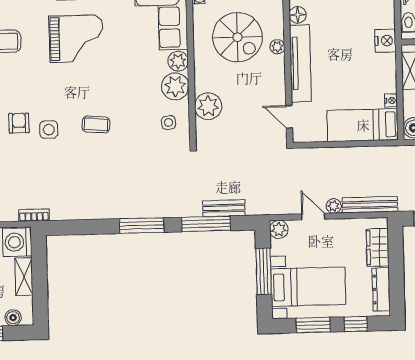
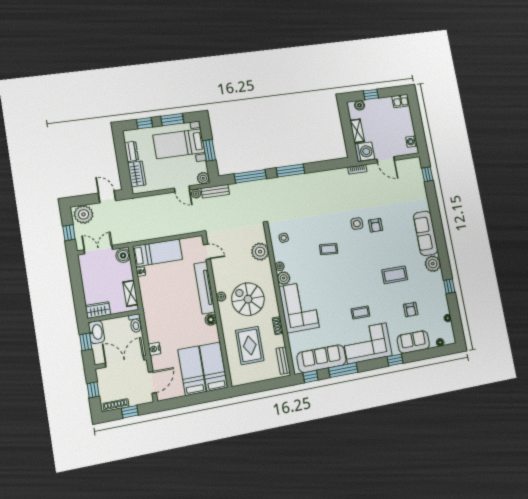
grand piano: (76, 39) -> (349, 283), removed
nightstand: (385, 41) -> (150, 311), removed
plant: (175, 86) -> (280, 266), width x0.53, depth x0.53
coffee table: (96, 124) -> (329, 249), moved
bench: (370, 205) -> (146, 201), removed
plant: (334, 206) -> (196, 194), moved
bench: (224, 208) -> (215, 191), moved
window: (264, 271) -> (209, 150), width x0.69
dresser: (381, 289) -> (131, 151), width x0.70

